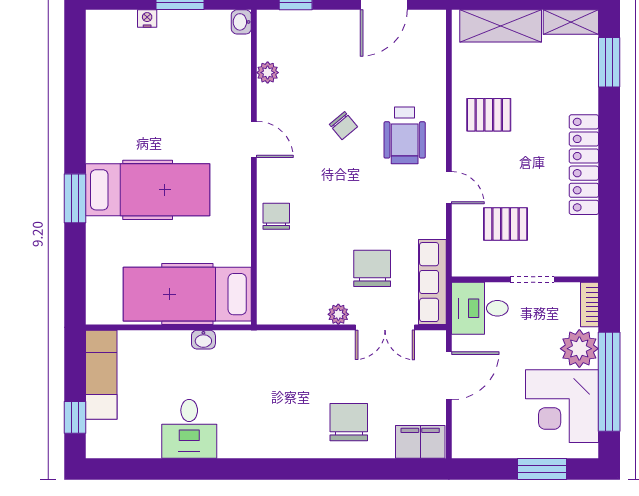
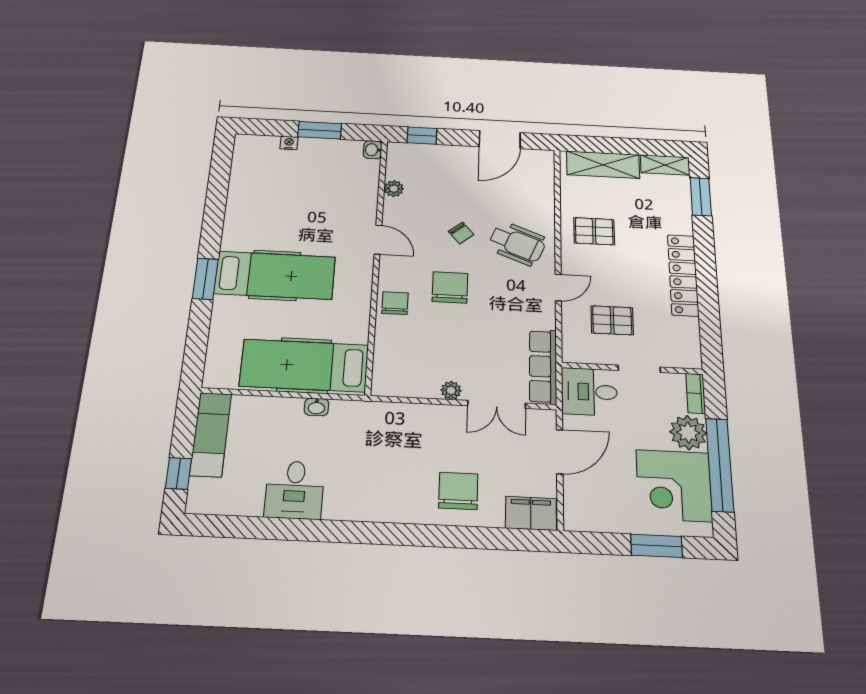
wheelchair: (405, 135) -> (517, 244), turned -68
door: (449, 188) -> (558, 288), hinge flipped
chair: (372, 268) -> (450, 287), moved

